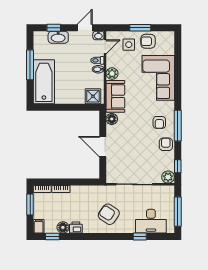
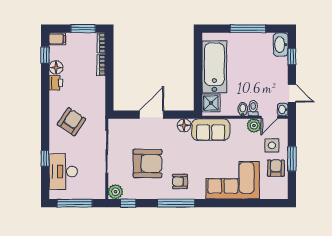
washbasin: (58, 37) -> (281, 45), moved
door: (105, 47) -> (269, 117), hinge flipped
plant: (112, 74) -> (254, 126), moved
bathtub: (44, 82) -> (214, 67), moved, turned -90
armchair: (166, 144) -> (147, 164), moved, width x1.88, depth x1.88

